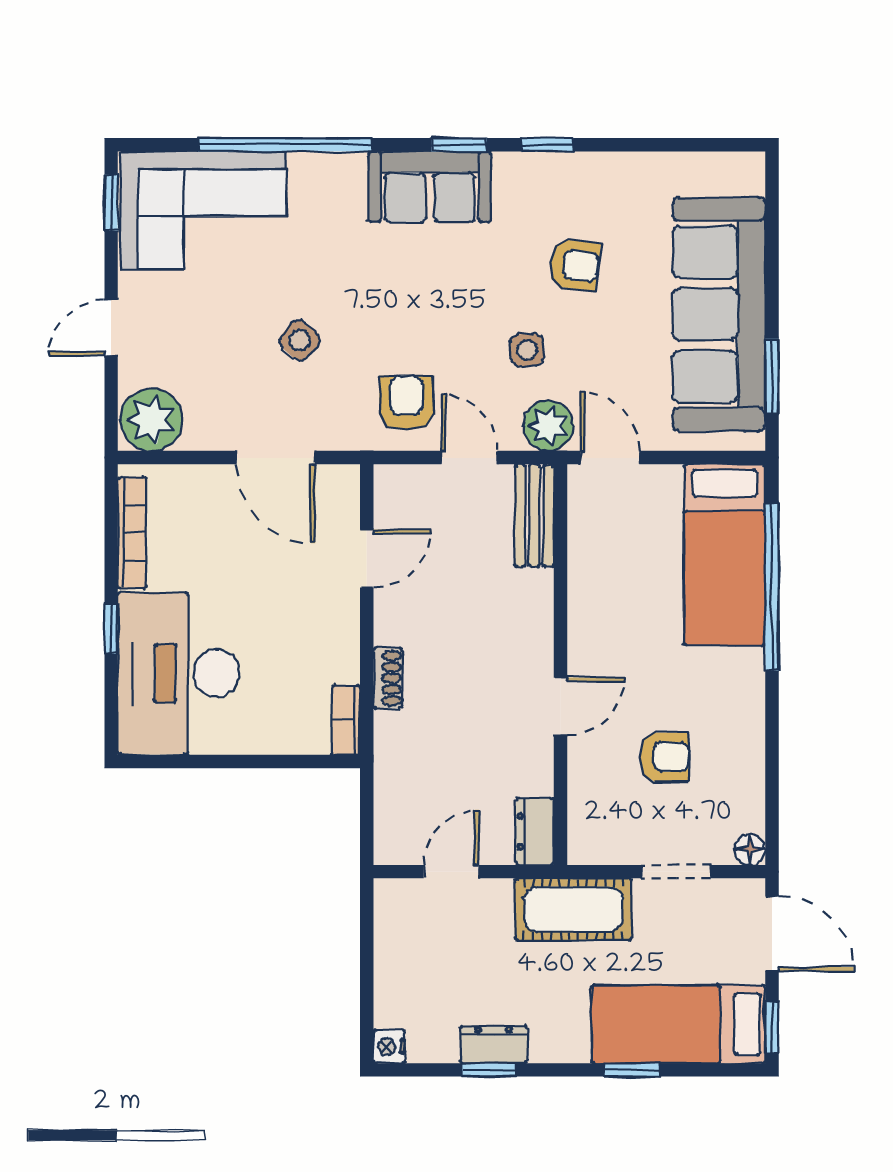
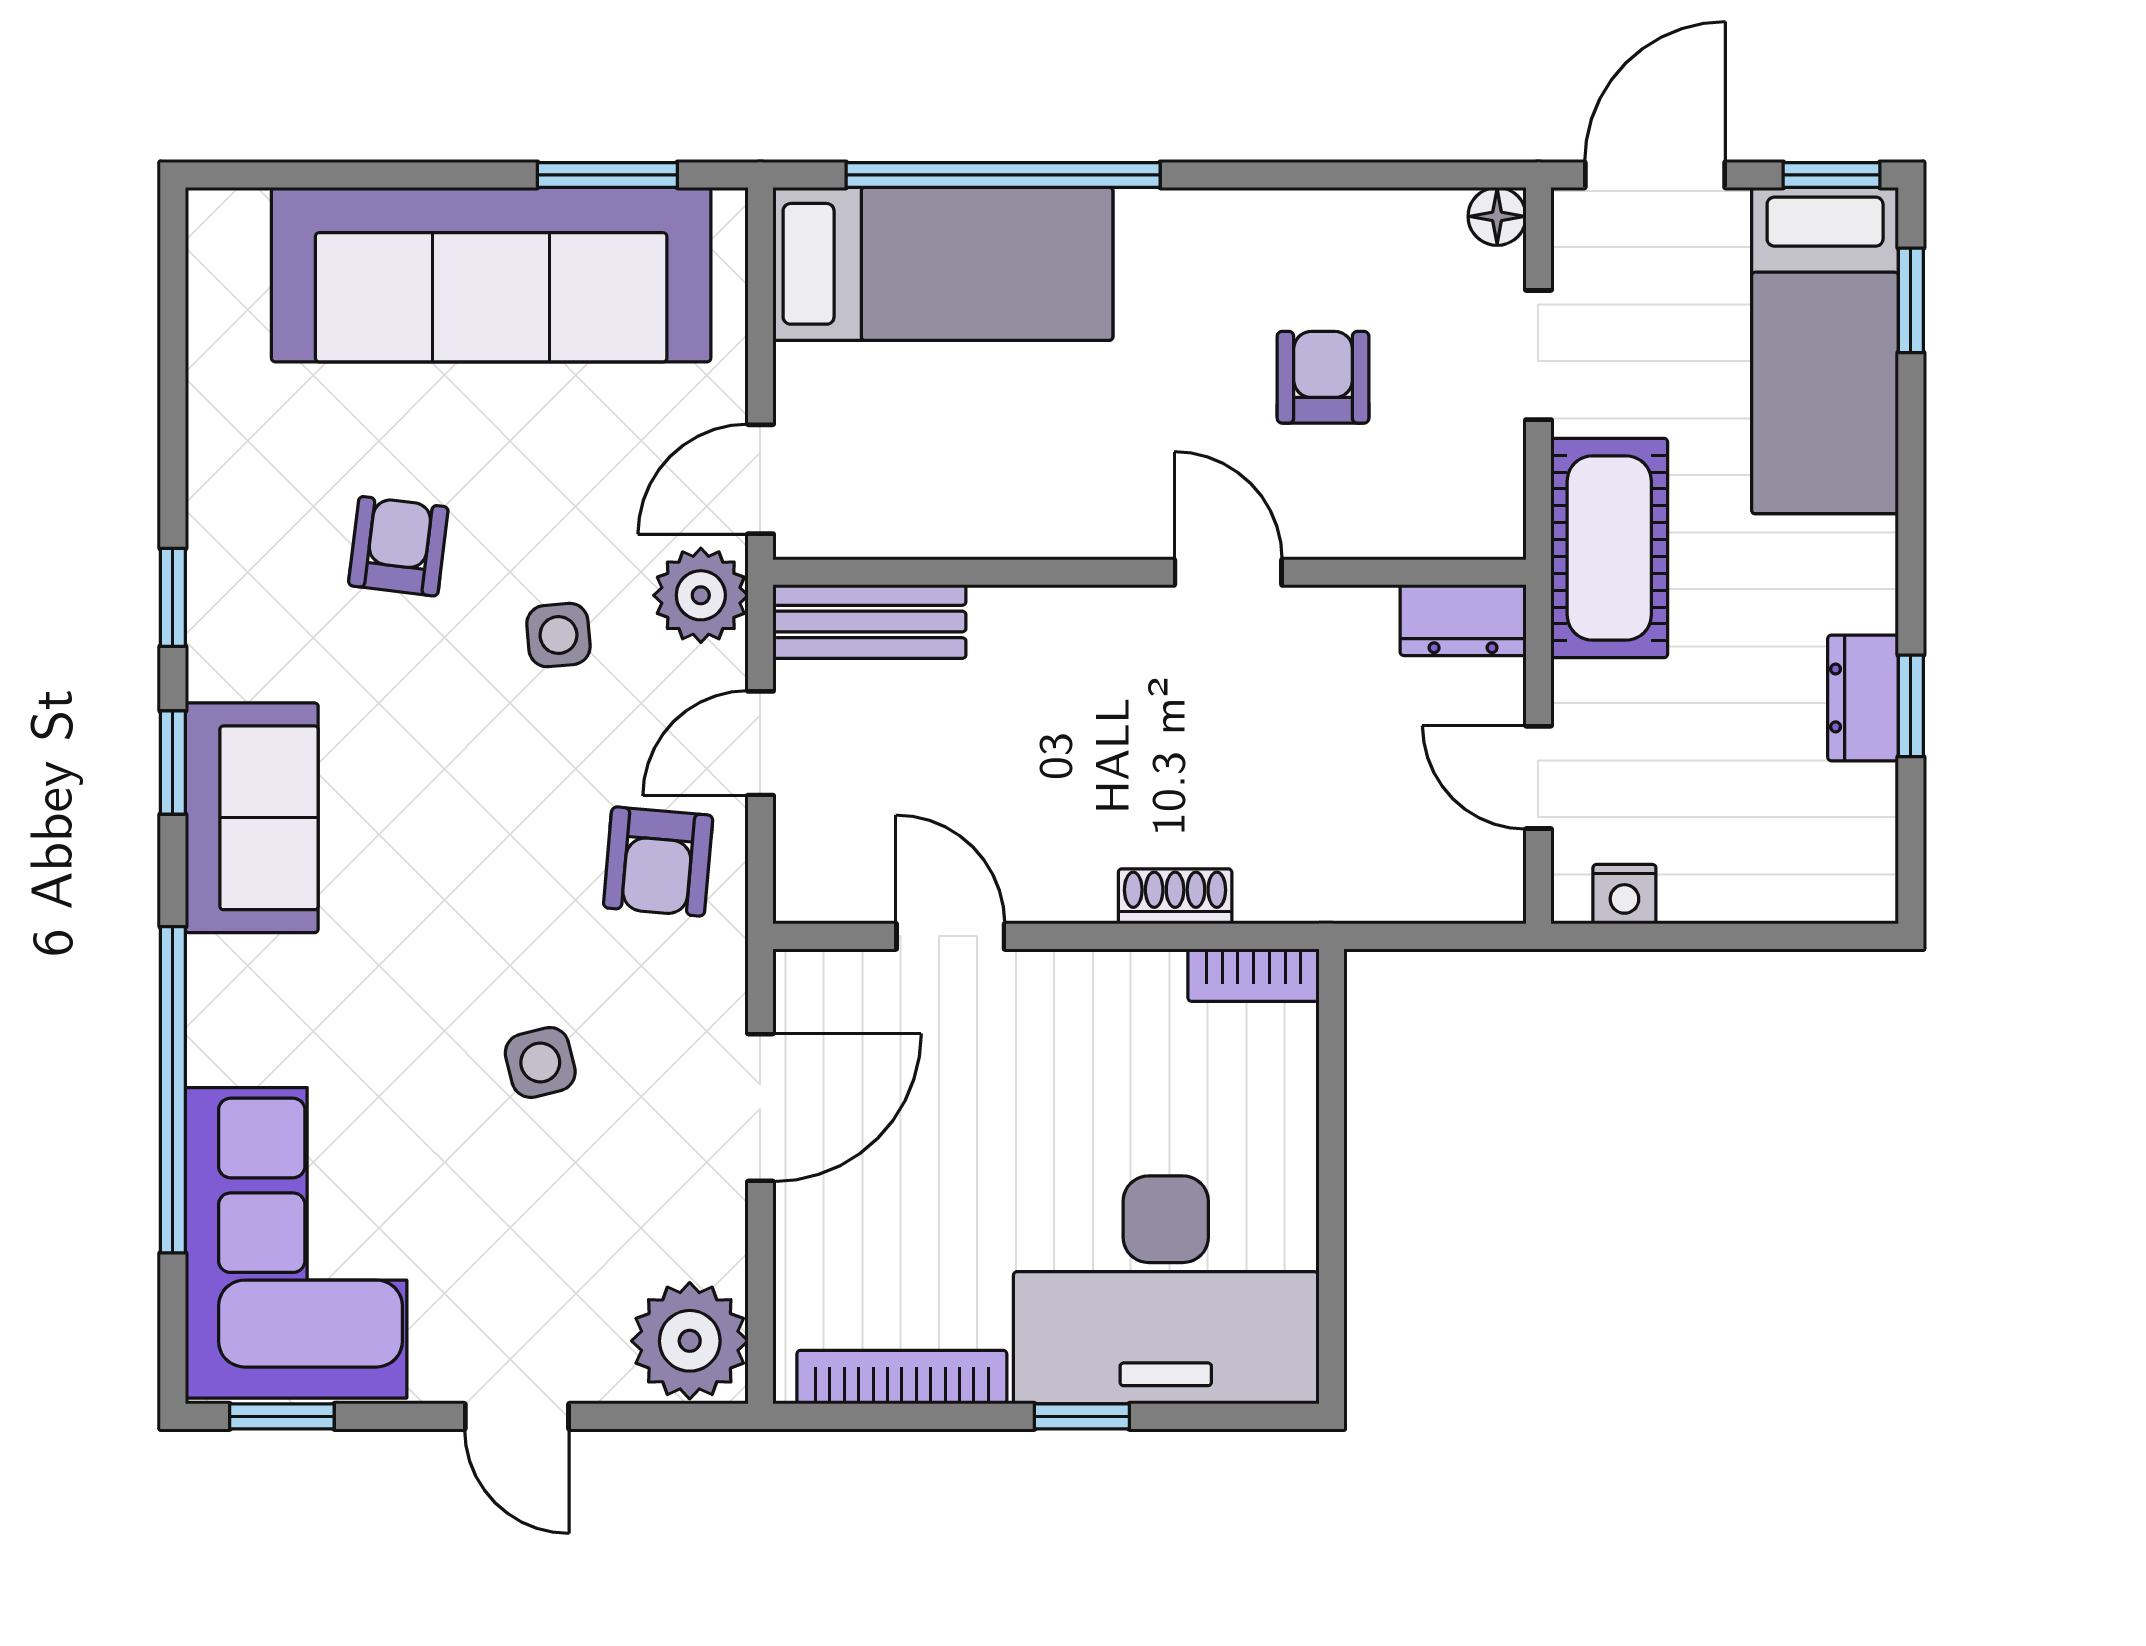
side table: (300, 340) -> (540, 1062), turned 35
armchair: (406, 403) -> (658, 862), turned -85
nightstand: (389, 1046) -> (1624, 894), moved
window: (632, 1070) -> (1911, 300), moved

